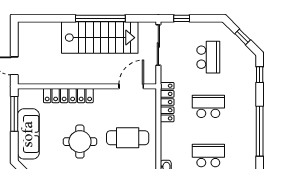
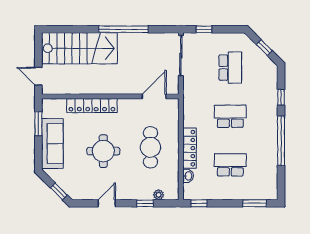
stairs: (100, 38) -> (79, 48), moved
window: (260, 75) -> (281, 97), moved
locker: (167, 102) -> (189, 148), moved
window: (14, 114) -> (38, 124), width x0.69
cafe table: (128, 138) -> (150, 147), turned 90

